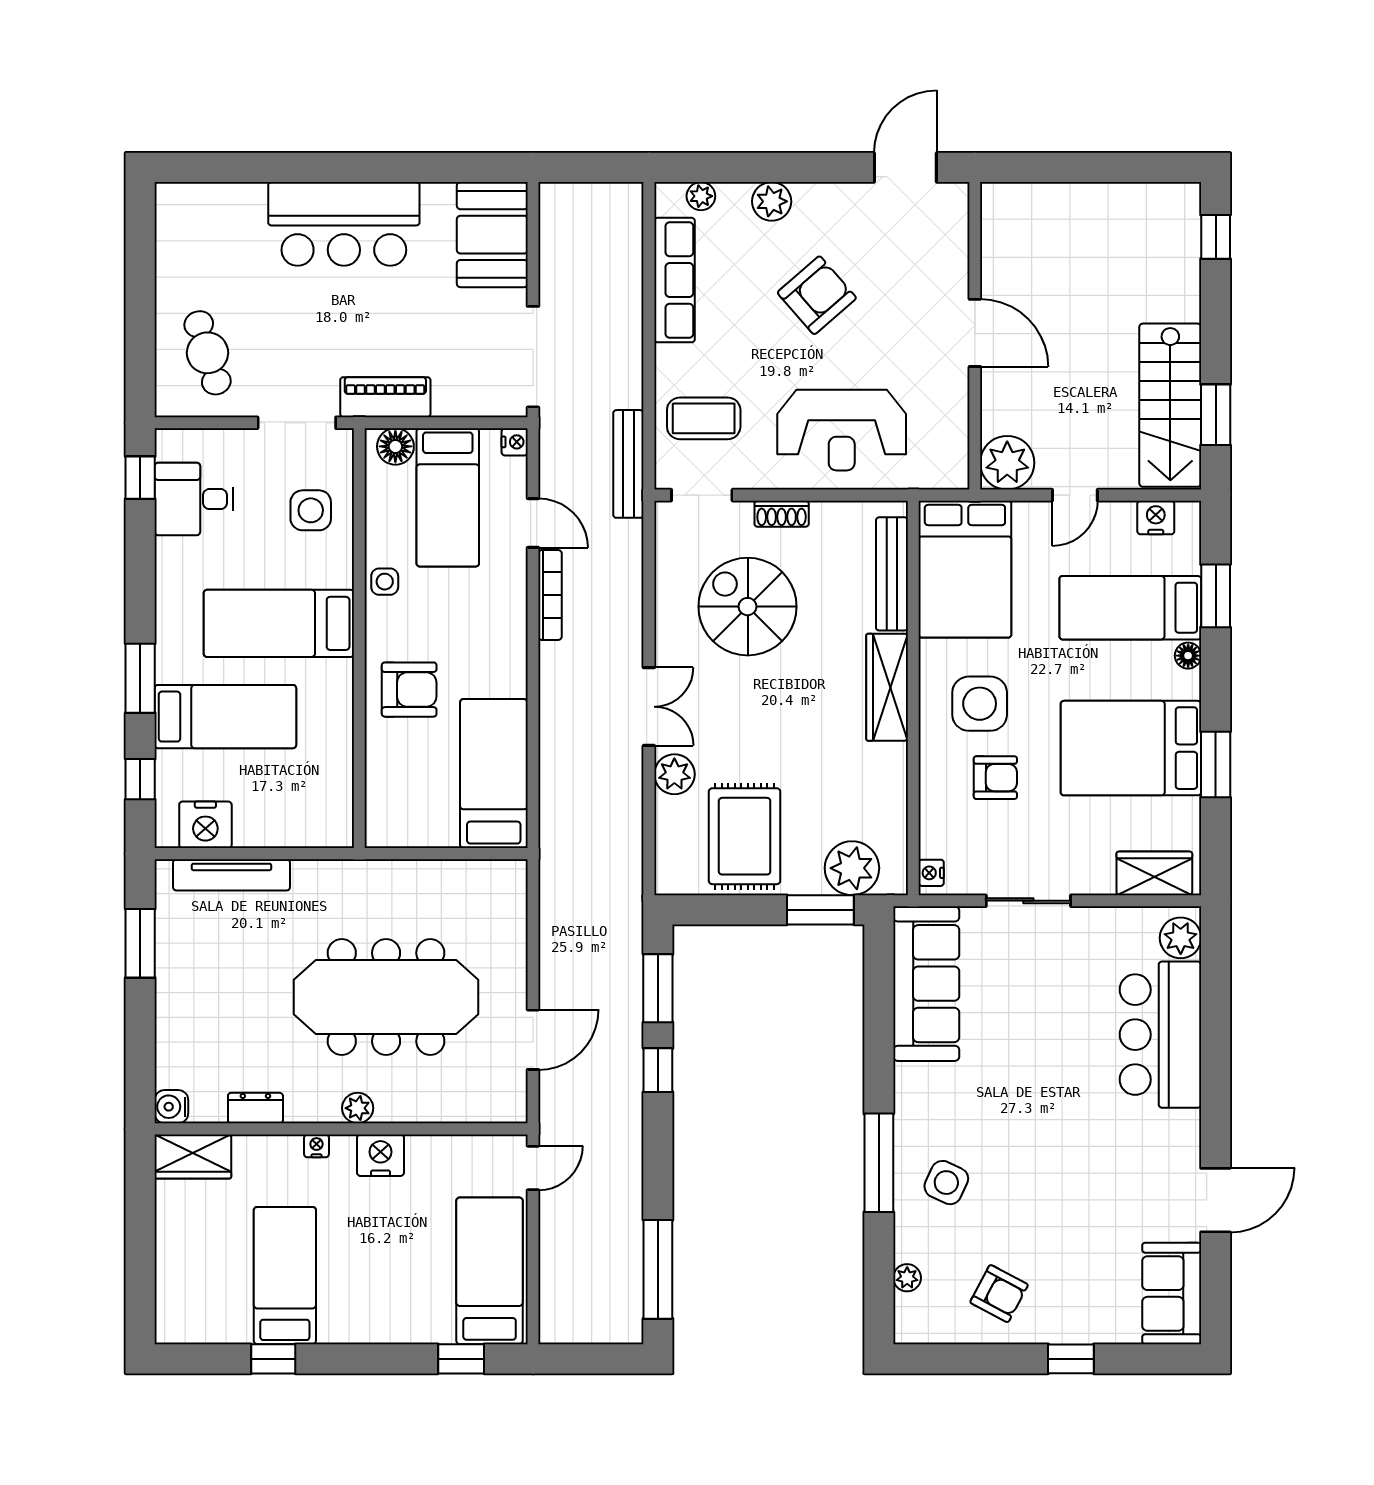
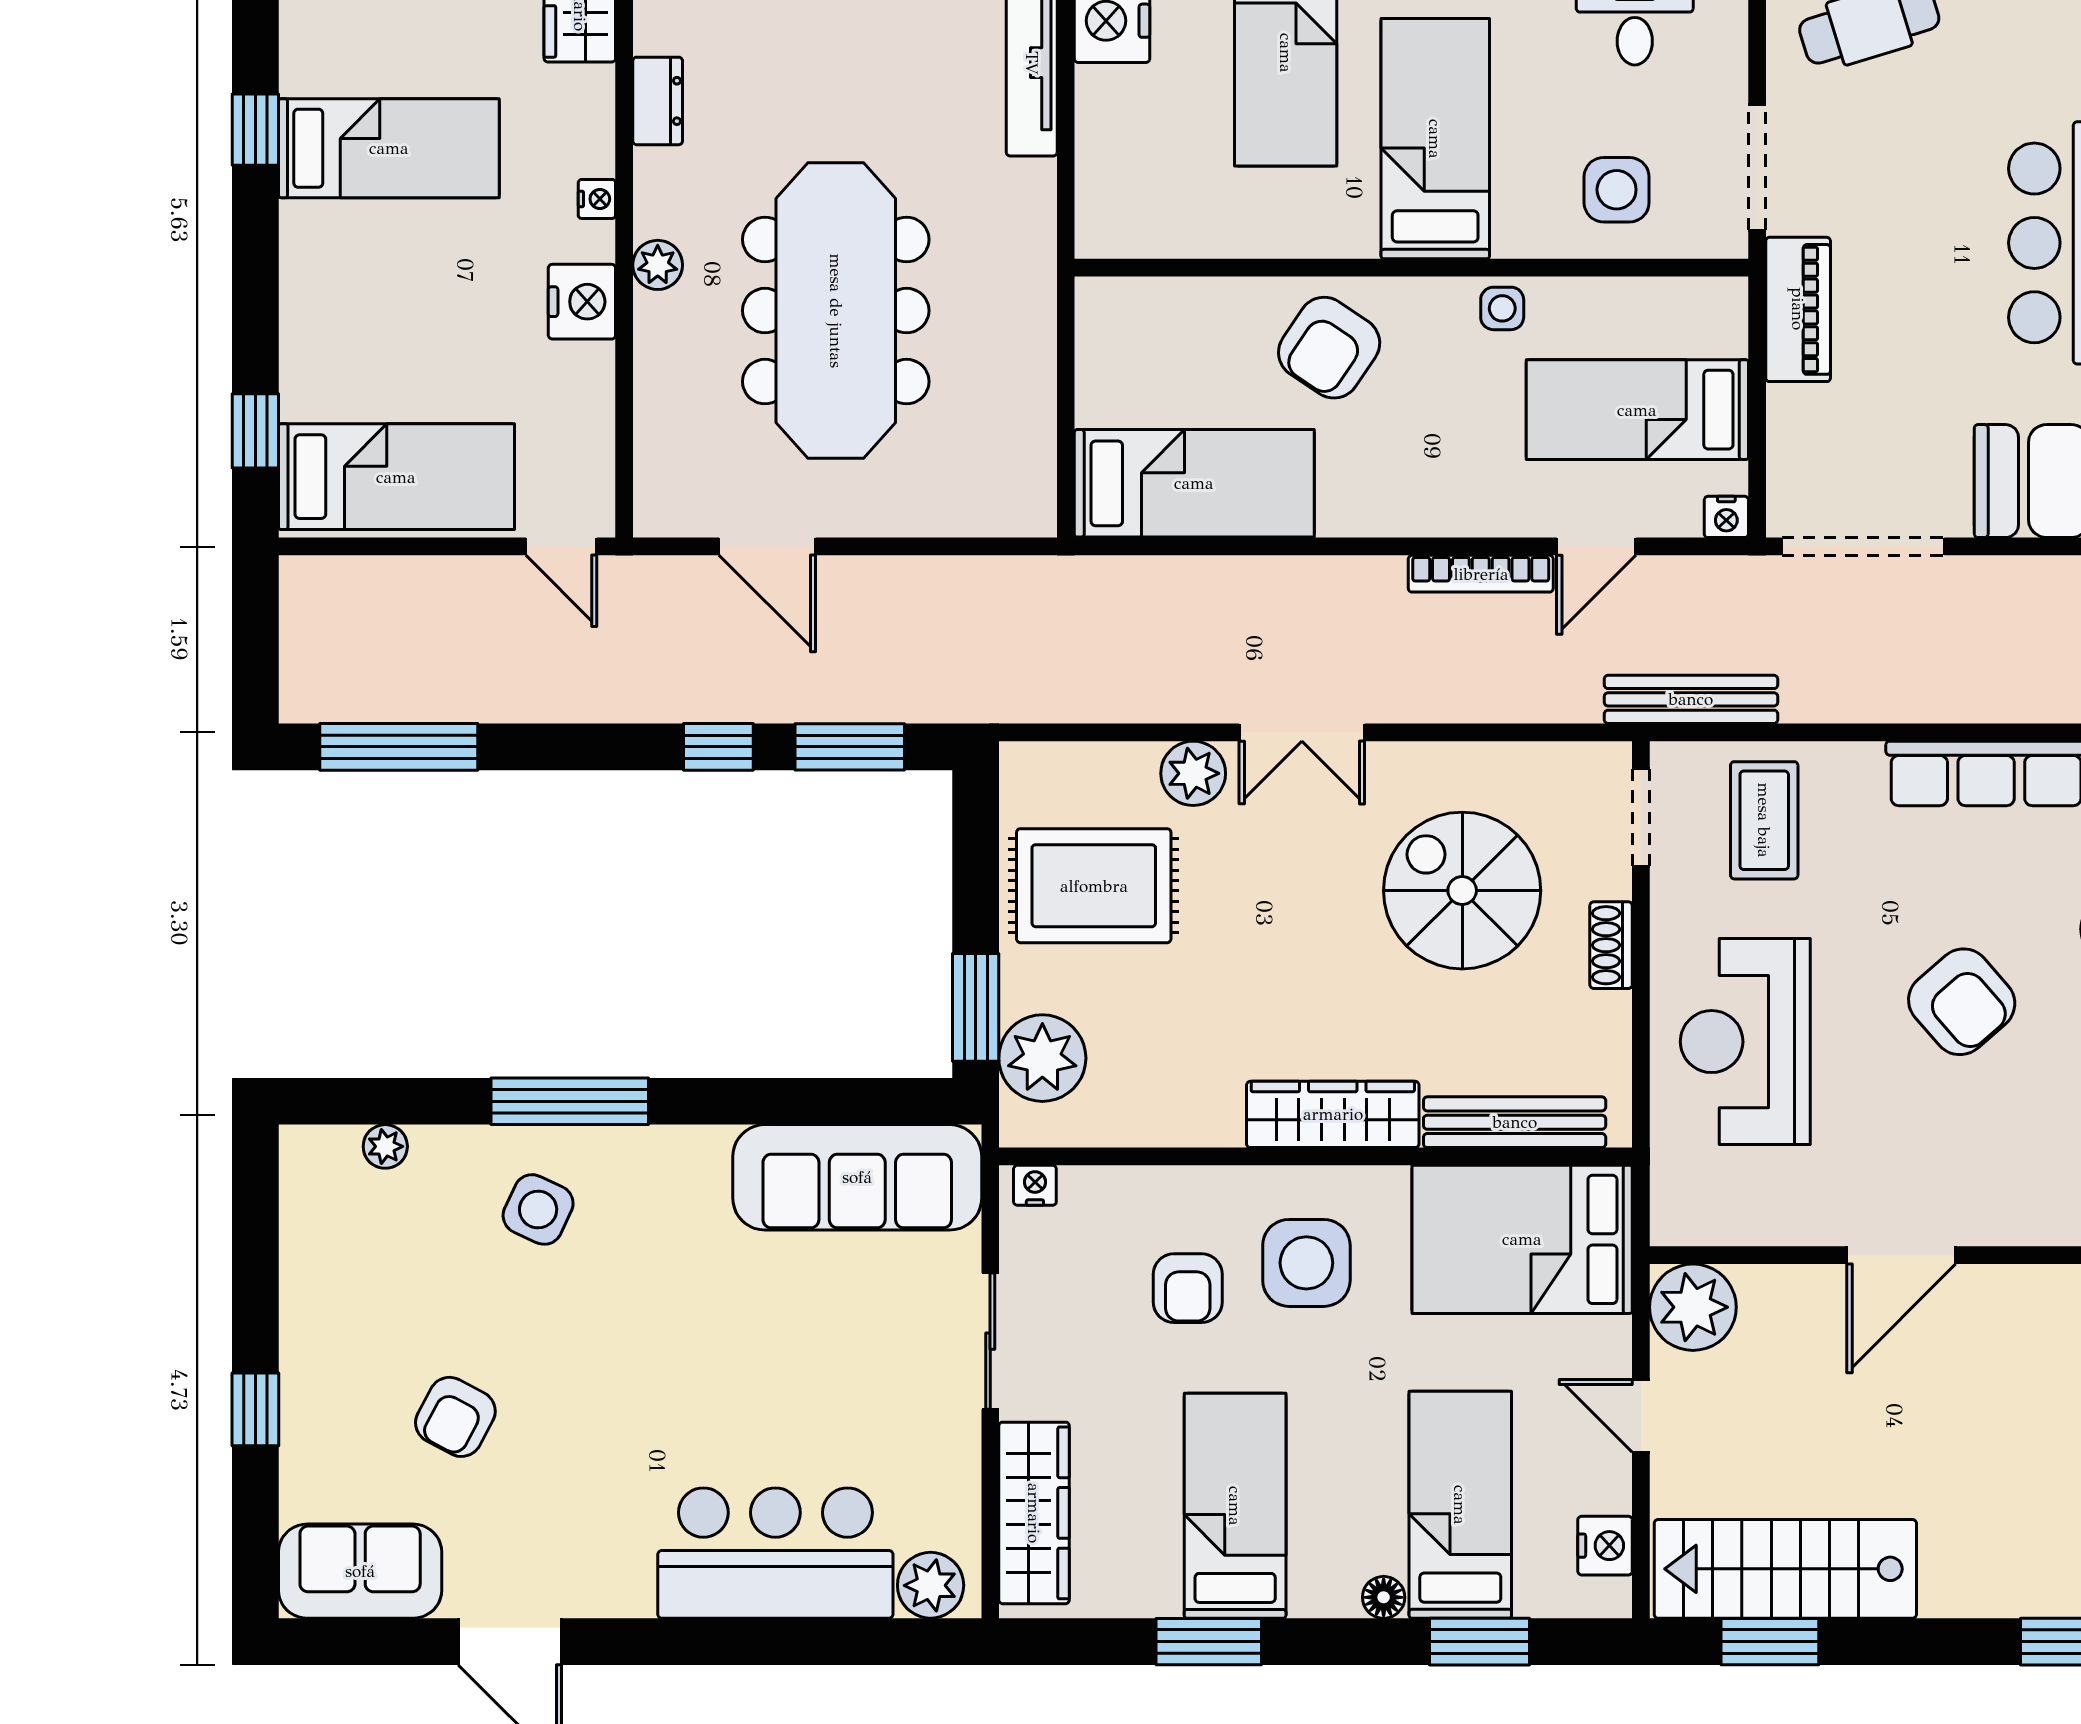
floor lamp: (395, 446) -> (1719, 326), removed
spiral stairs: (748, 607) -> (1462, 891), turned -90
armchair: (409, 690) -> (1329, 348), turned 34
bed: (1131, 748) -> (1235, 1506), width x0.67
wardrobe: (1154, 873) -> (1034, 1513), width x1.50
armchair: (999, 1294) -> (455, 1417), moved

